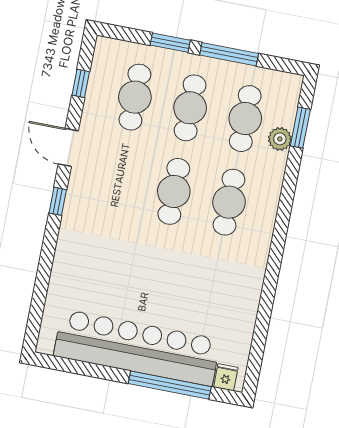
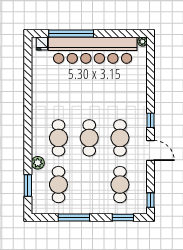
window: (170, 43) -> (123, 217), moved
window: (81, 83) -> (151, 200), moved
cafe table: (190, 108) -> (120, 138), moved
plant: (280, 139) -> (38, 163), moved
plant: (45, 346) -> (142, 42), added

